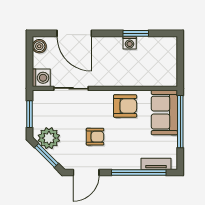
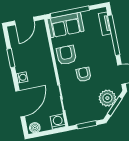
washing machine: (130, 43) -> (22, 77), moved
door: (180, 60) -> (24, 21), added
armchair: (95, 137) -> (84, 74), moved
plant: (49, 138) -> (107, 98), moved

